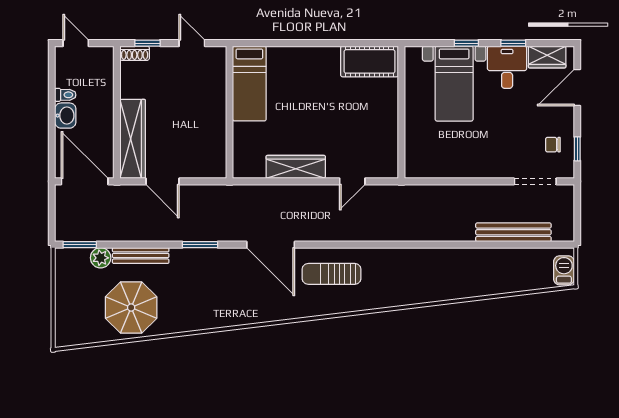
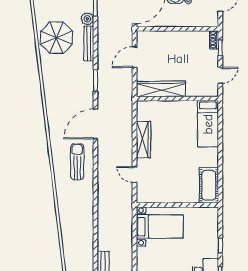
bed: (249, 84) -> (208, 124), moved, turned -90
bed with nightstands: (454, 84) -> (160, 227), moved, turned 180
wardrobe: (133, 139) -> (161, 89), moved, turned 180

